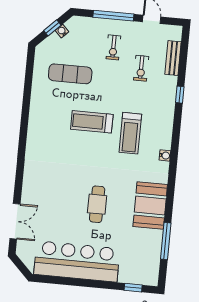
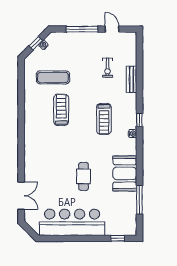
exercise bike: (113, 47) -> (84, 54), removed
bench: (173, 58) -> (132, 79), moved
window: (180, 95) -> (139, 120), moved
treadmill: (92, 122) -> (61, 110), moved, turned 90

